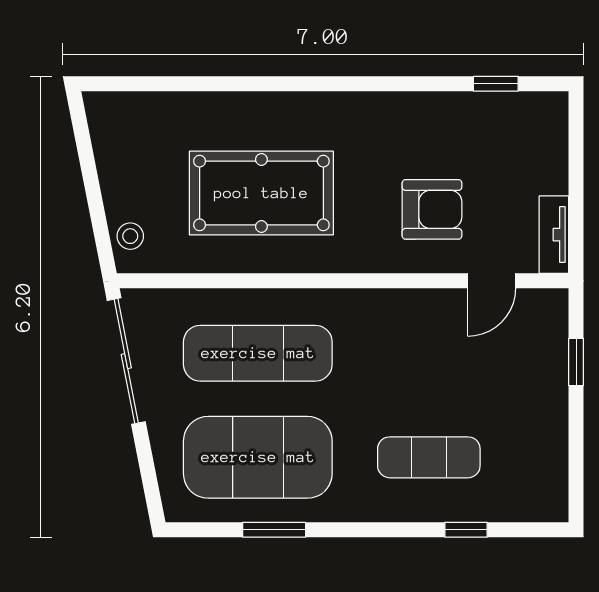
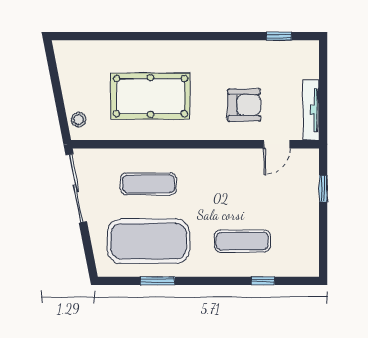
tv unit: (554, 235) -> (311, 110), width x1.41
exercise mat: (258, 353) -> (148, 184), width x0.73, depth x0.69

